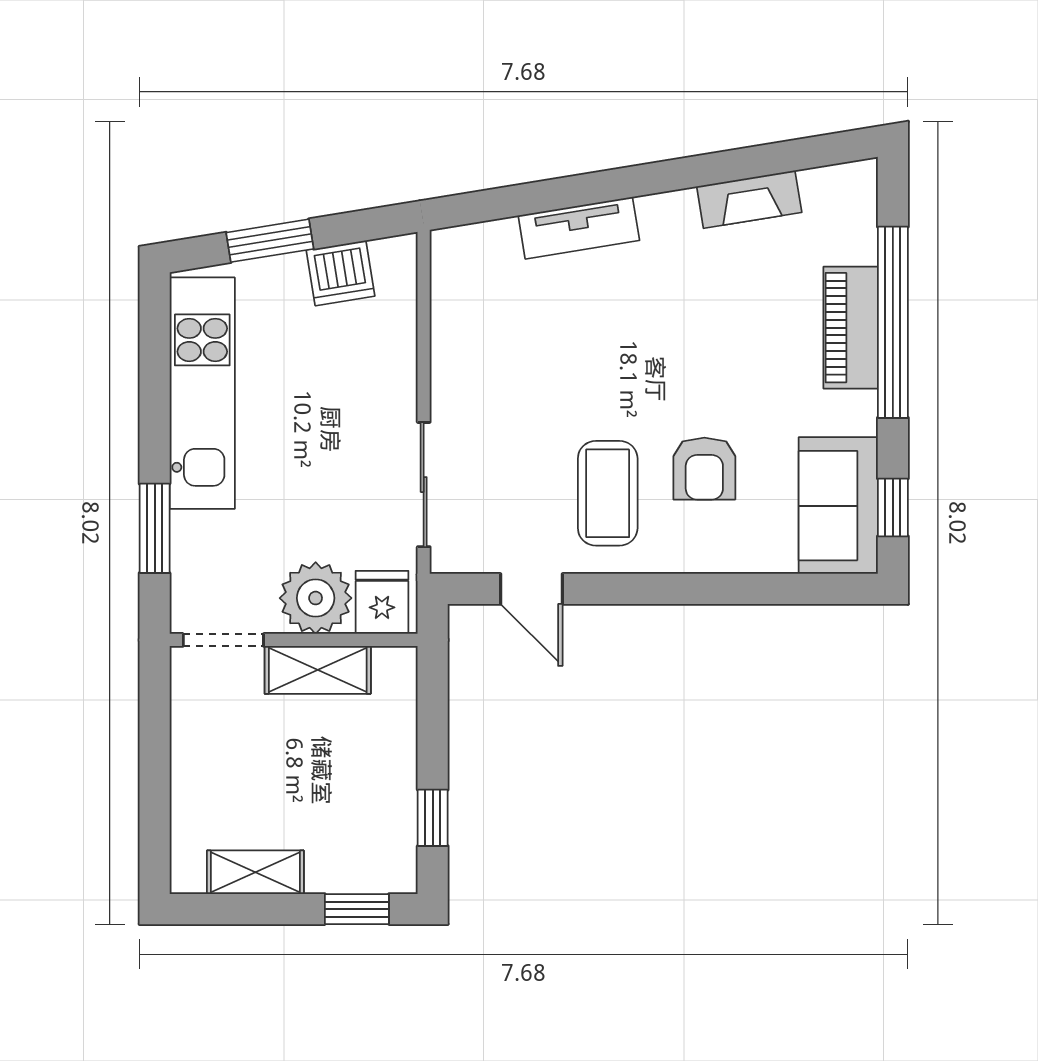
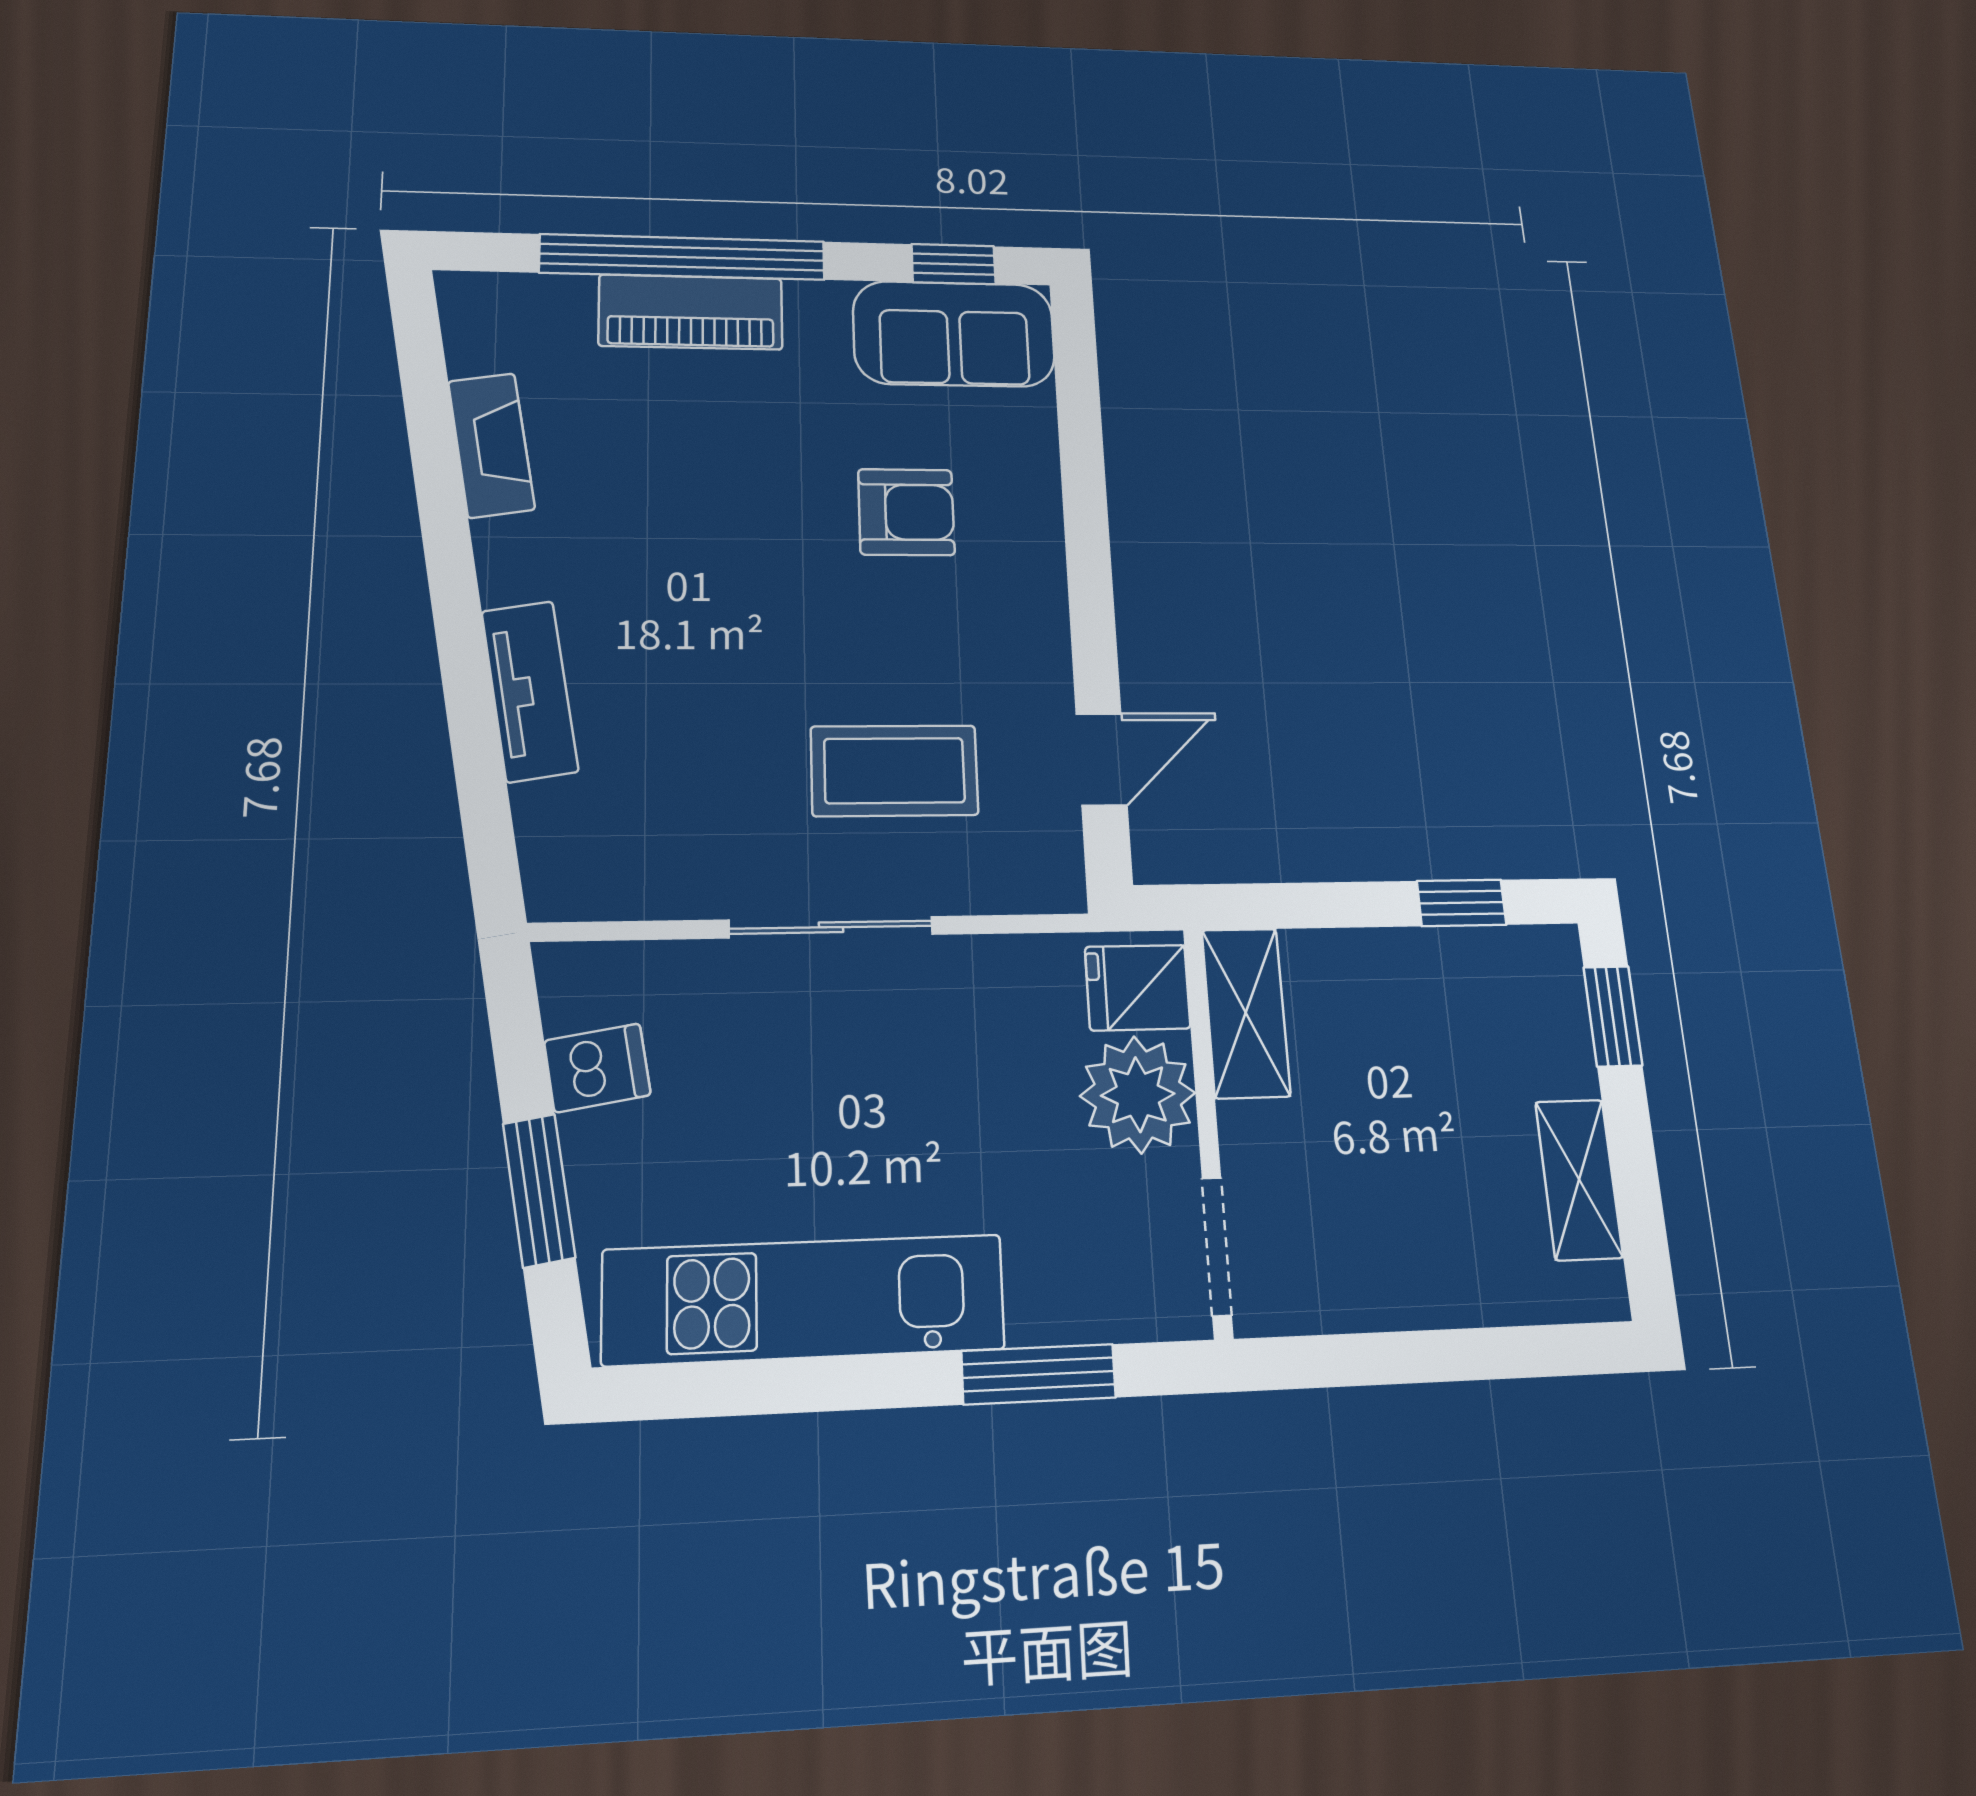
dishwasher: (341, 273) -> (597, 1068), width x0.73
sliding door: (424, 485) -> (831, 927), moved
coffee table: (608, 493) -> (894, 771), moved
shelving: (318, 670) -> (1246, 1013), moved

